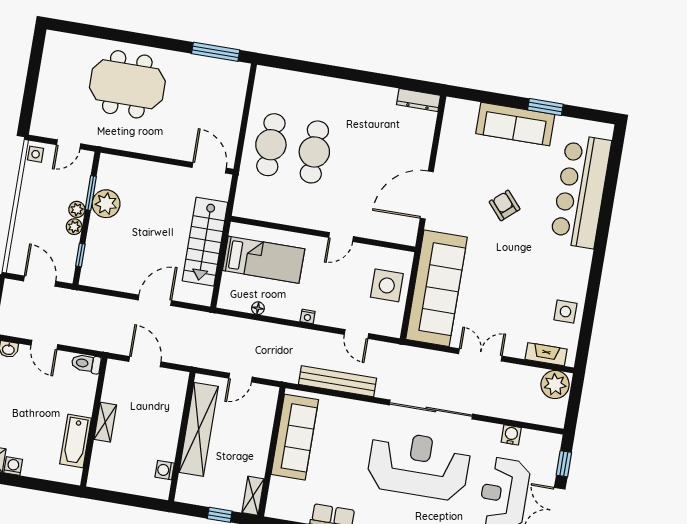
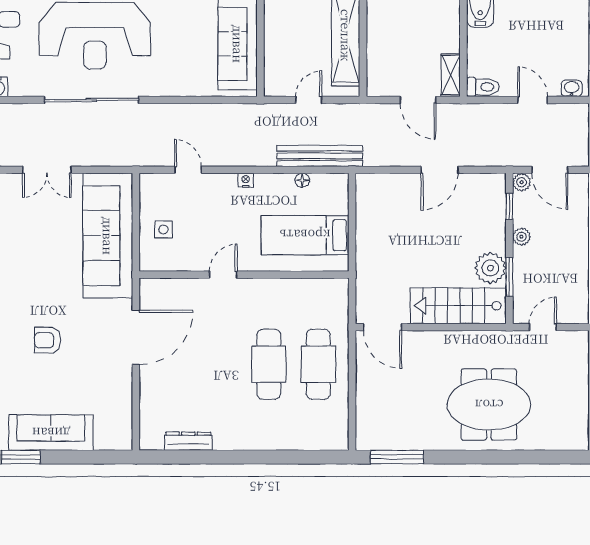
dresser: (418, 100) -> (188, 441), moved
side table: (36, 154) -> (578, 310), removed
armchair: (505, 205) -> (48, 340), turned 131
plant: (77, 209) -> (522, 182), moved
stairs: (205, 242) -> (458, 306), moved, turned -90
side table: (387, 285) -> (163, 230), width x0.54, depth x0.54
door: (155, 300) -> (440, 170), moved
bench: (338, 381) -> (320, 156), moved
shelving: (105, 422) -> (451, 75), moved

